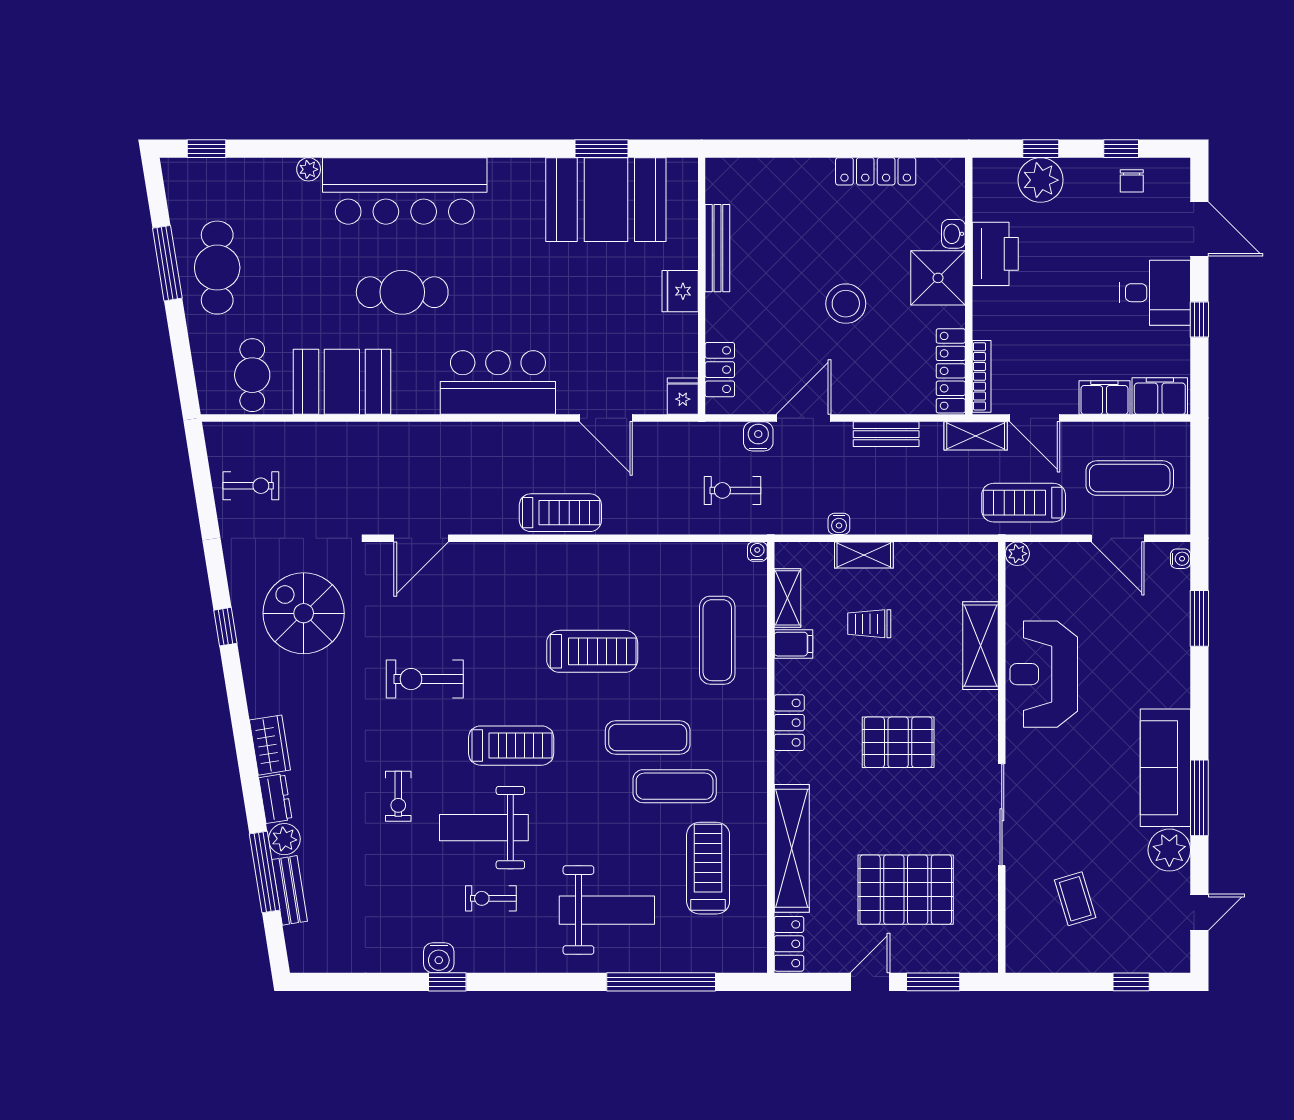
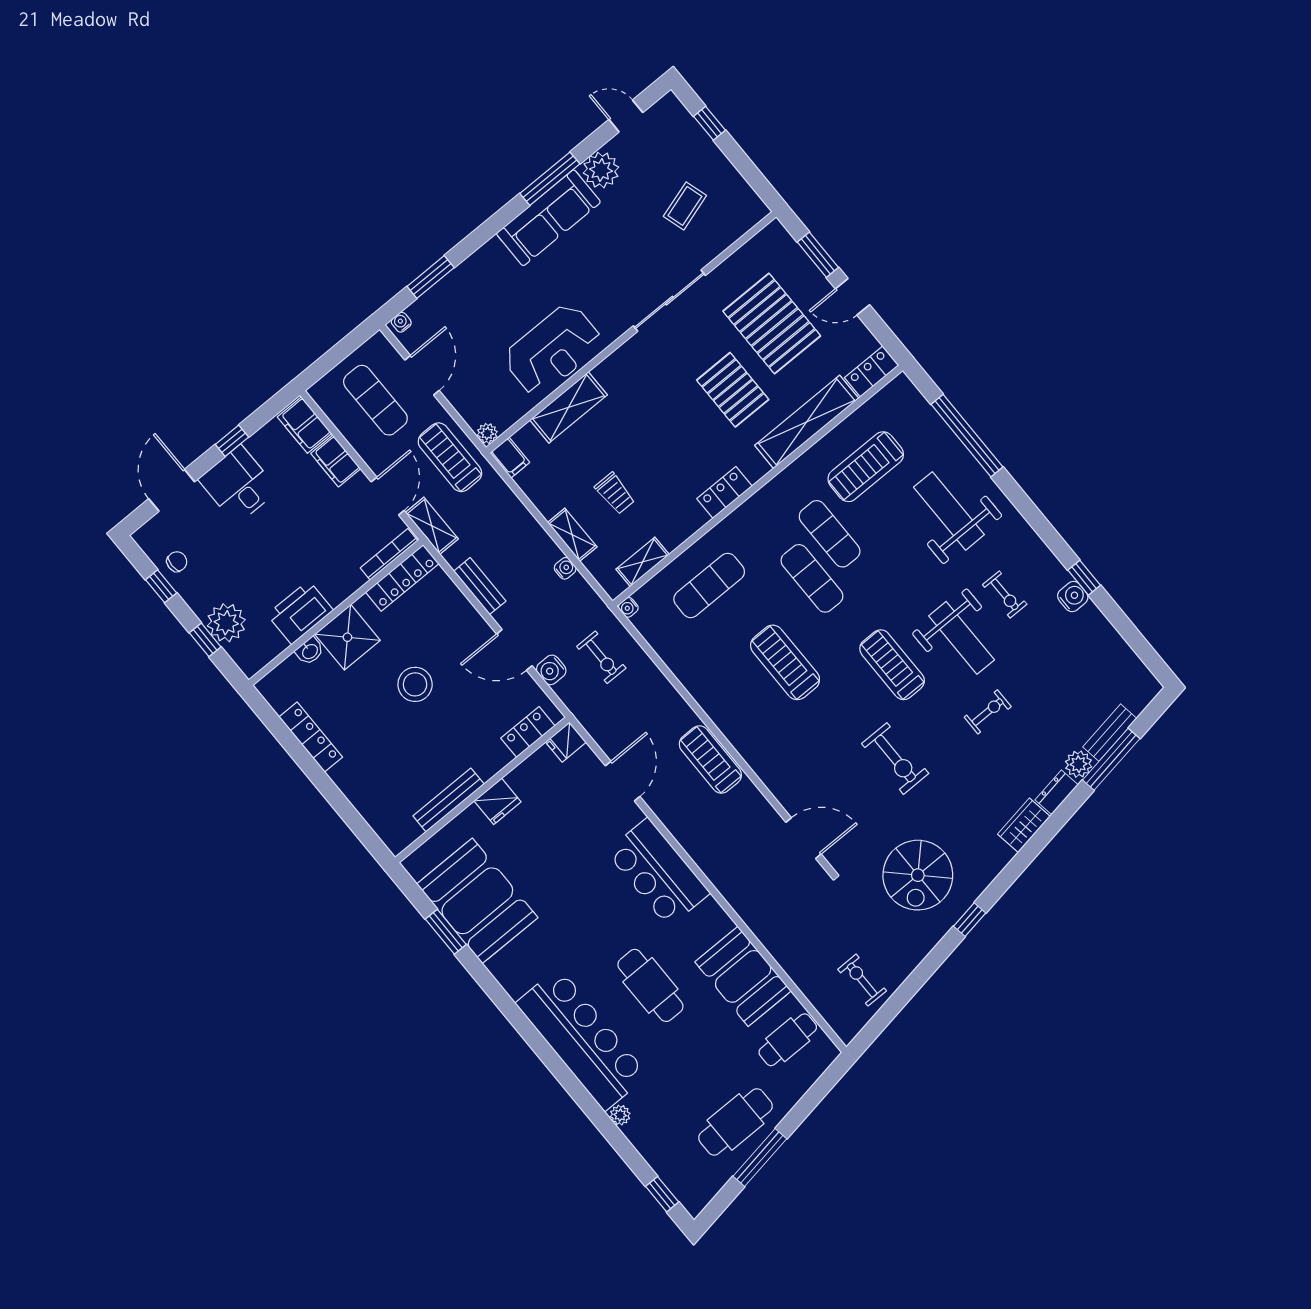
treadmill: (1024, 503) -> (450, 457), turned 180
filing cabinet: (793, 644) -> (510, 457), moved, turned 180
pallet: (898, 742) -> (733, 390), moved

